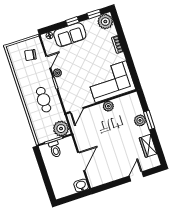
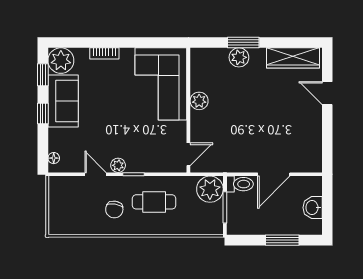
sofa: (70, 35) -> (63, 101), moved
chair: (30, 55) -> (114, 209), moved
door: (77, 110) -> (188, 154), hinge flipped
wardrobe: (148, 146) -> (293, 58), width x1.50
toilet: (55, 149) -> (240, 184), moved
door: (81, 161) -> (274, 174), swing flipped
window: (46, 178) -> (282, 240), added
washbasin: (81, 186) -> (313, 208), moved

